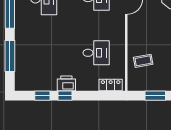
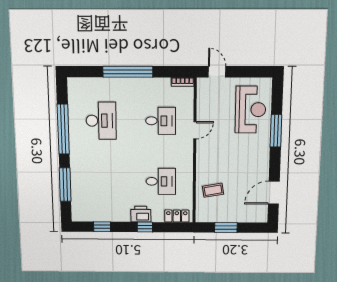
printer: (66, 83) -> (141, 214), moved
window: (65, 96) -> (145, 227), moved

